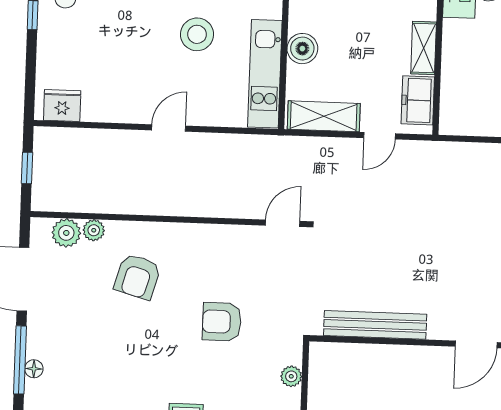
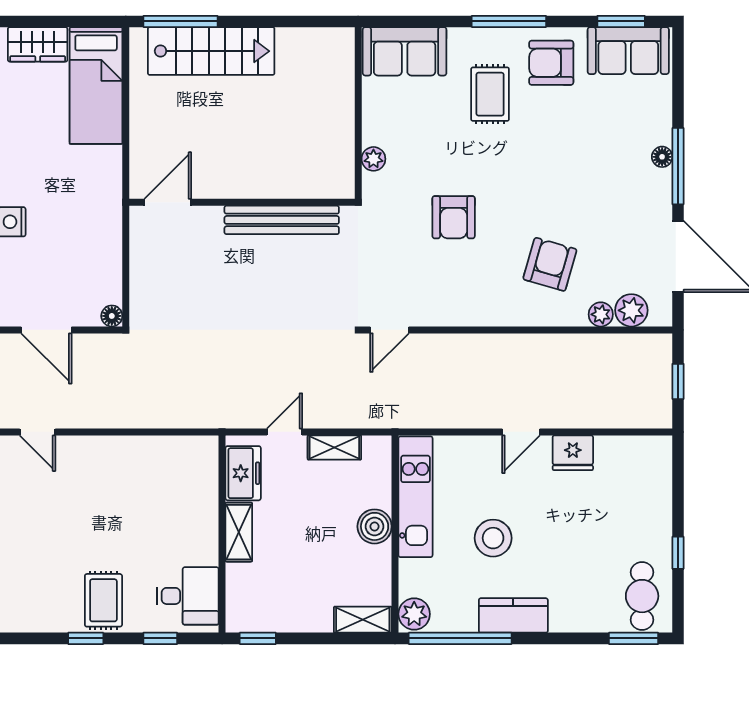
fridge: (62, 106) -> (573, 453), moved
shelving: (324, 116) -> (334, 447), width x0.67, depth x0.75
armchair: (222, 322) -> (454, 217), turned 90

